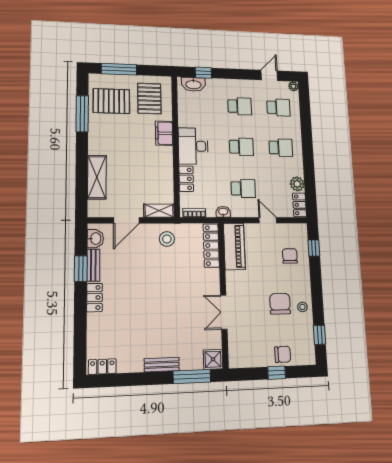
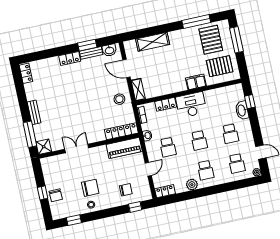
washbasin: (193, 84) -> (242, 110), moved
plant: (297, 184) -> (192, 185), moved

